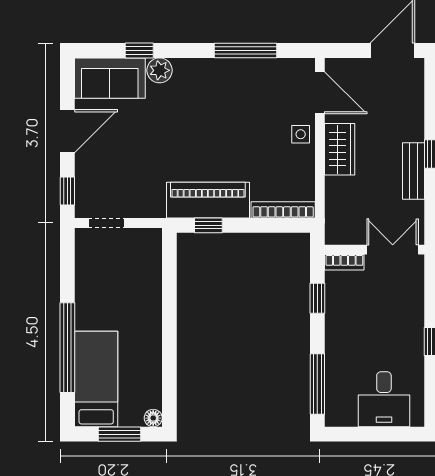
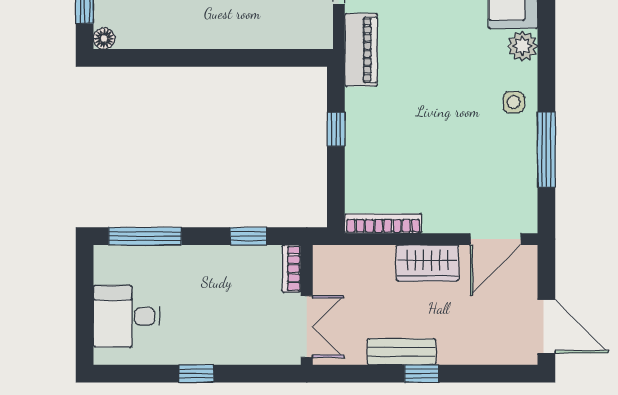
window: (139, 51) -> (546, 22), removed
side table: (301, 134) -> (514, 102), moved
piano: (208, 200) -> (361, 50), moved, width x0.73, depth x0.75
bookcase: (283, 210) -> (383, 223), moved, turned -90
window: (208, 225) -> (336, 129), moved

